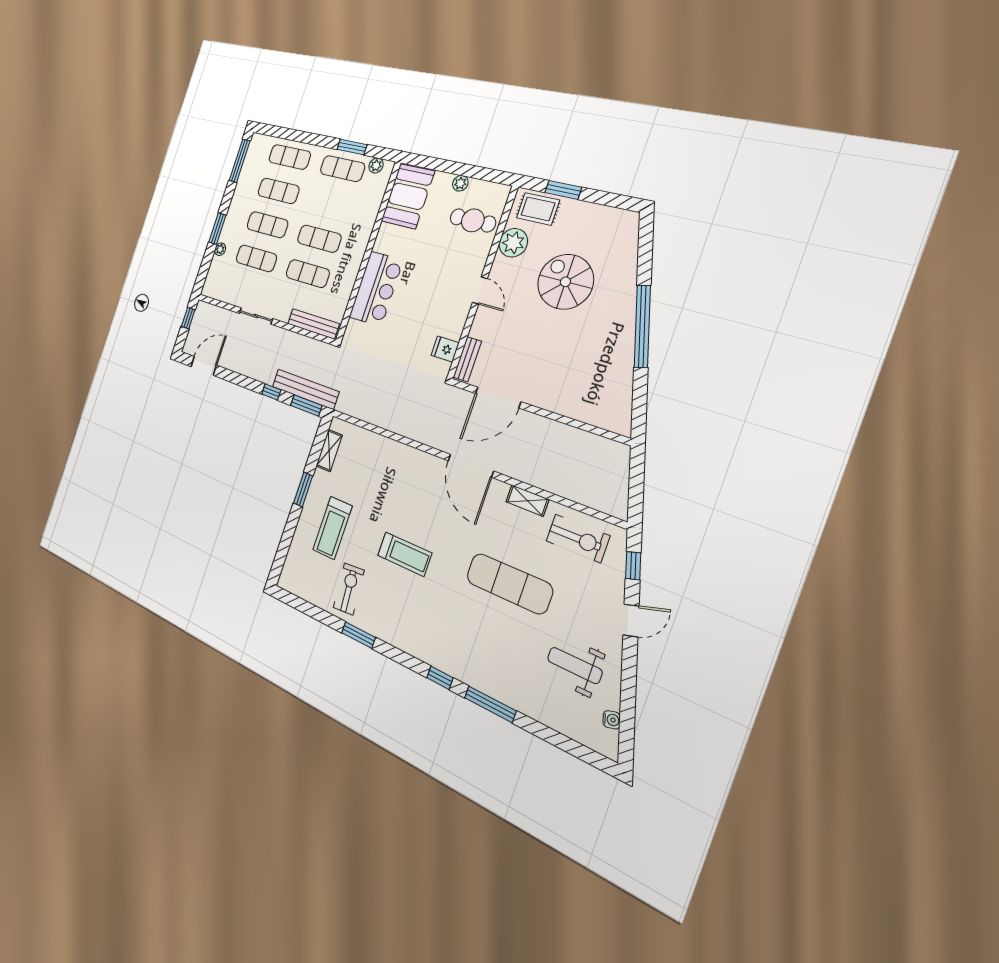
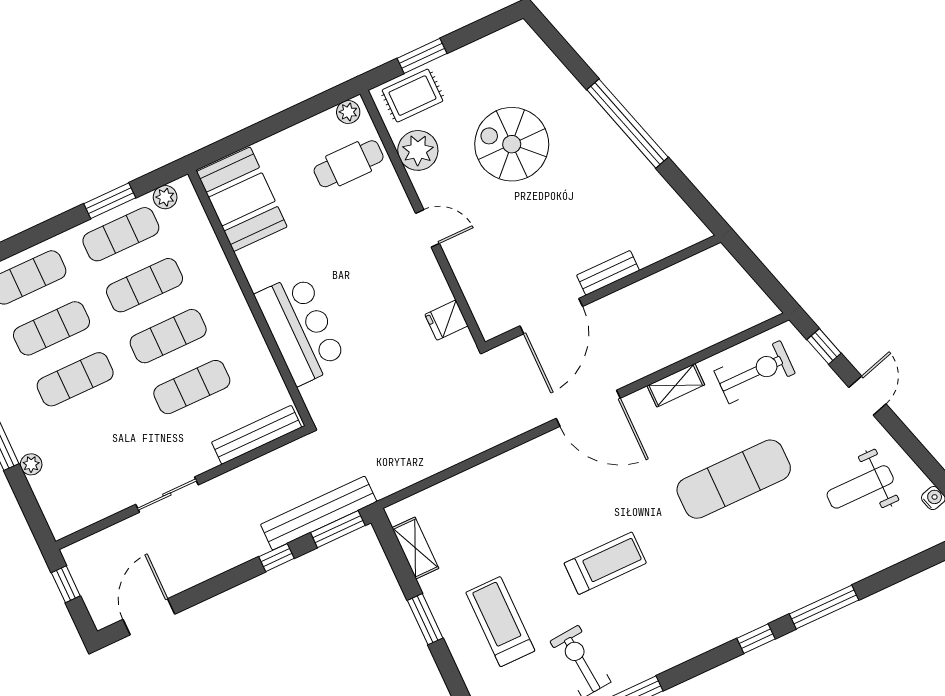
plant: (460, 183) -> (348, 112), moved
exercise mat: (256, 258) -> (145, 285), moved
bench: (467, 359) -> (608, 273), moved, turned 90
treadmill: (333, 528) -> (500, 622), turned 180

